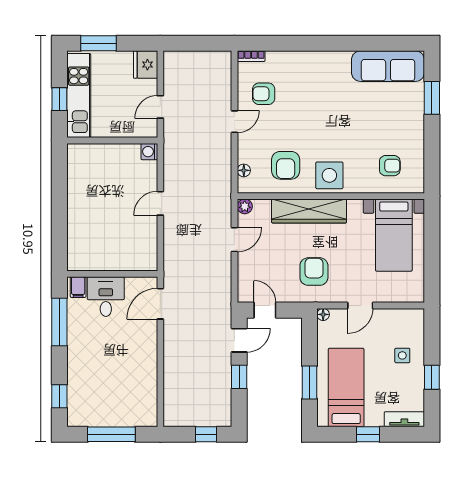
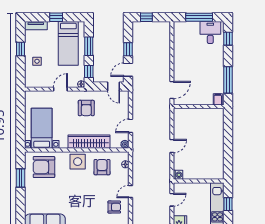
window: (432, 98) -> (21, 178), moved
armchair: (390, 166) -> (44, 167), width x1.88, depth x1.88
desk: (106, 297) -> (210, 33), moved, turned 180
window: (310, 337) -> (89, 72), added

